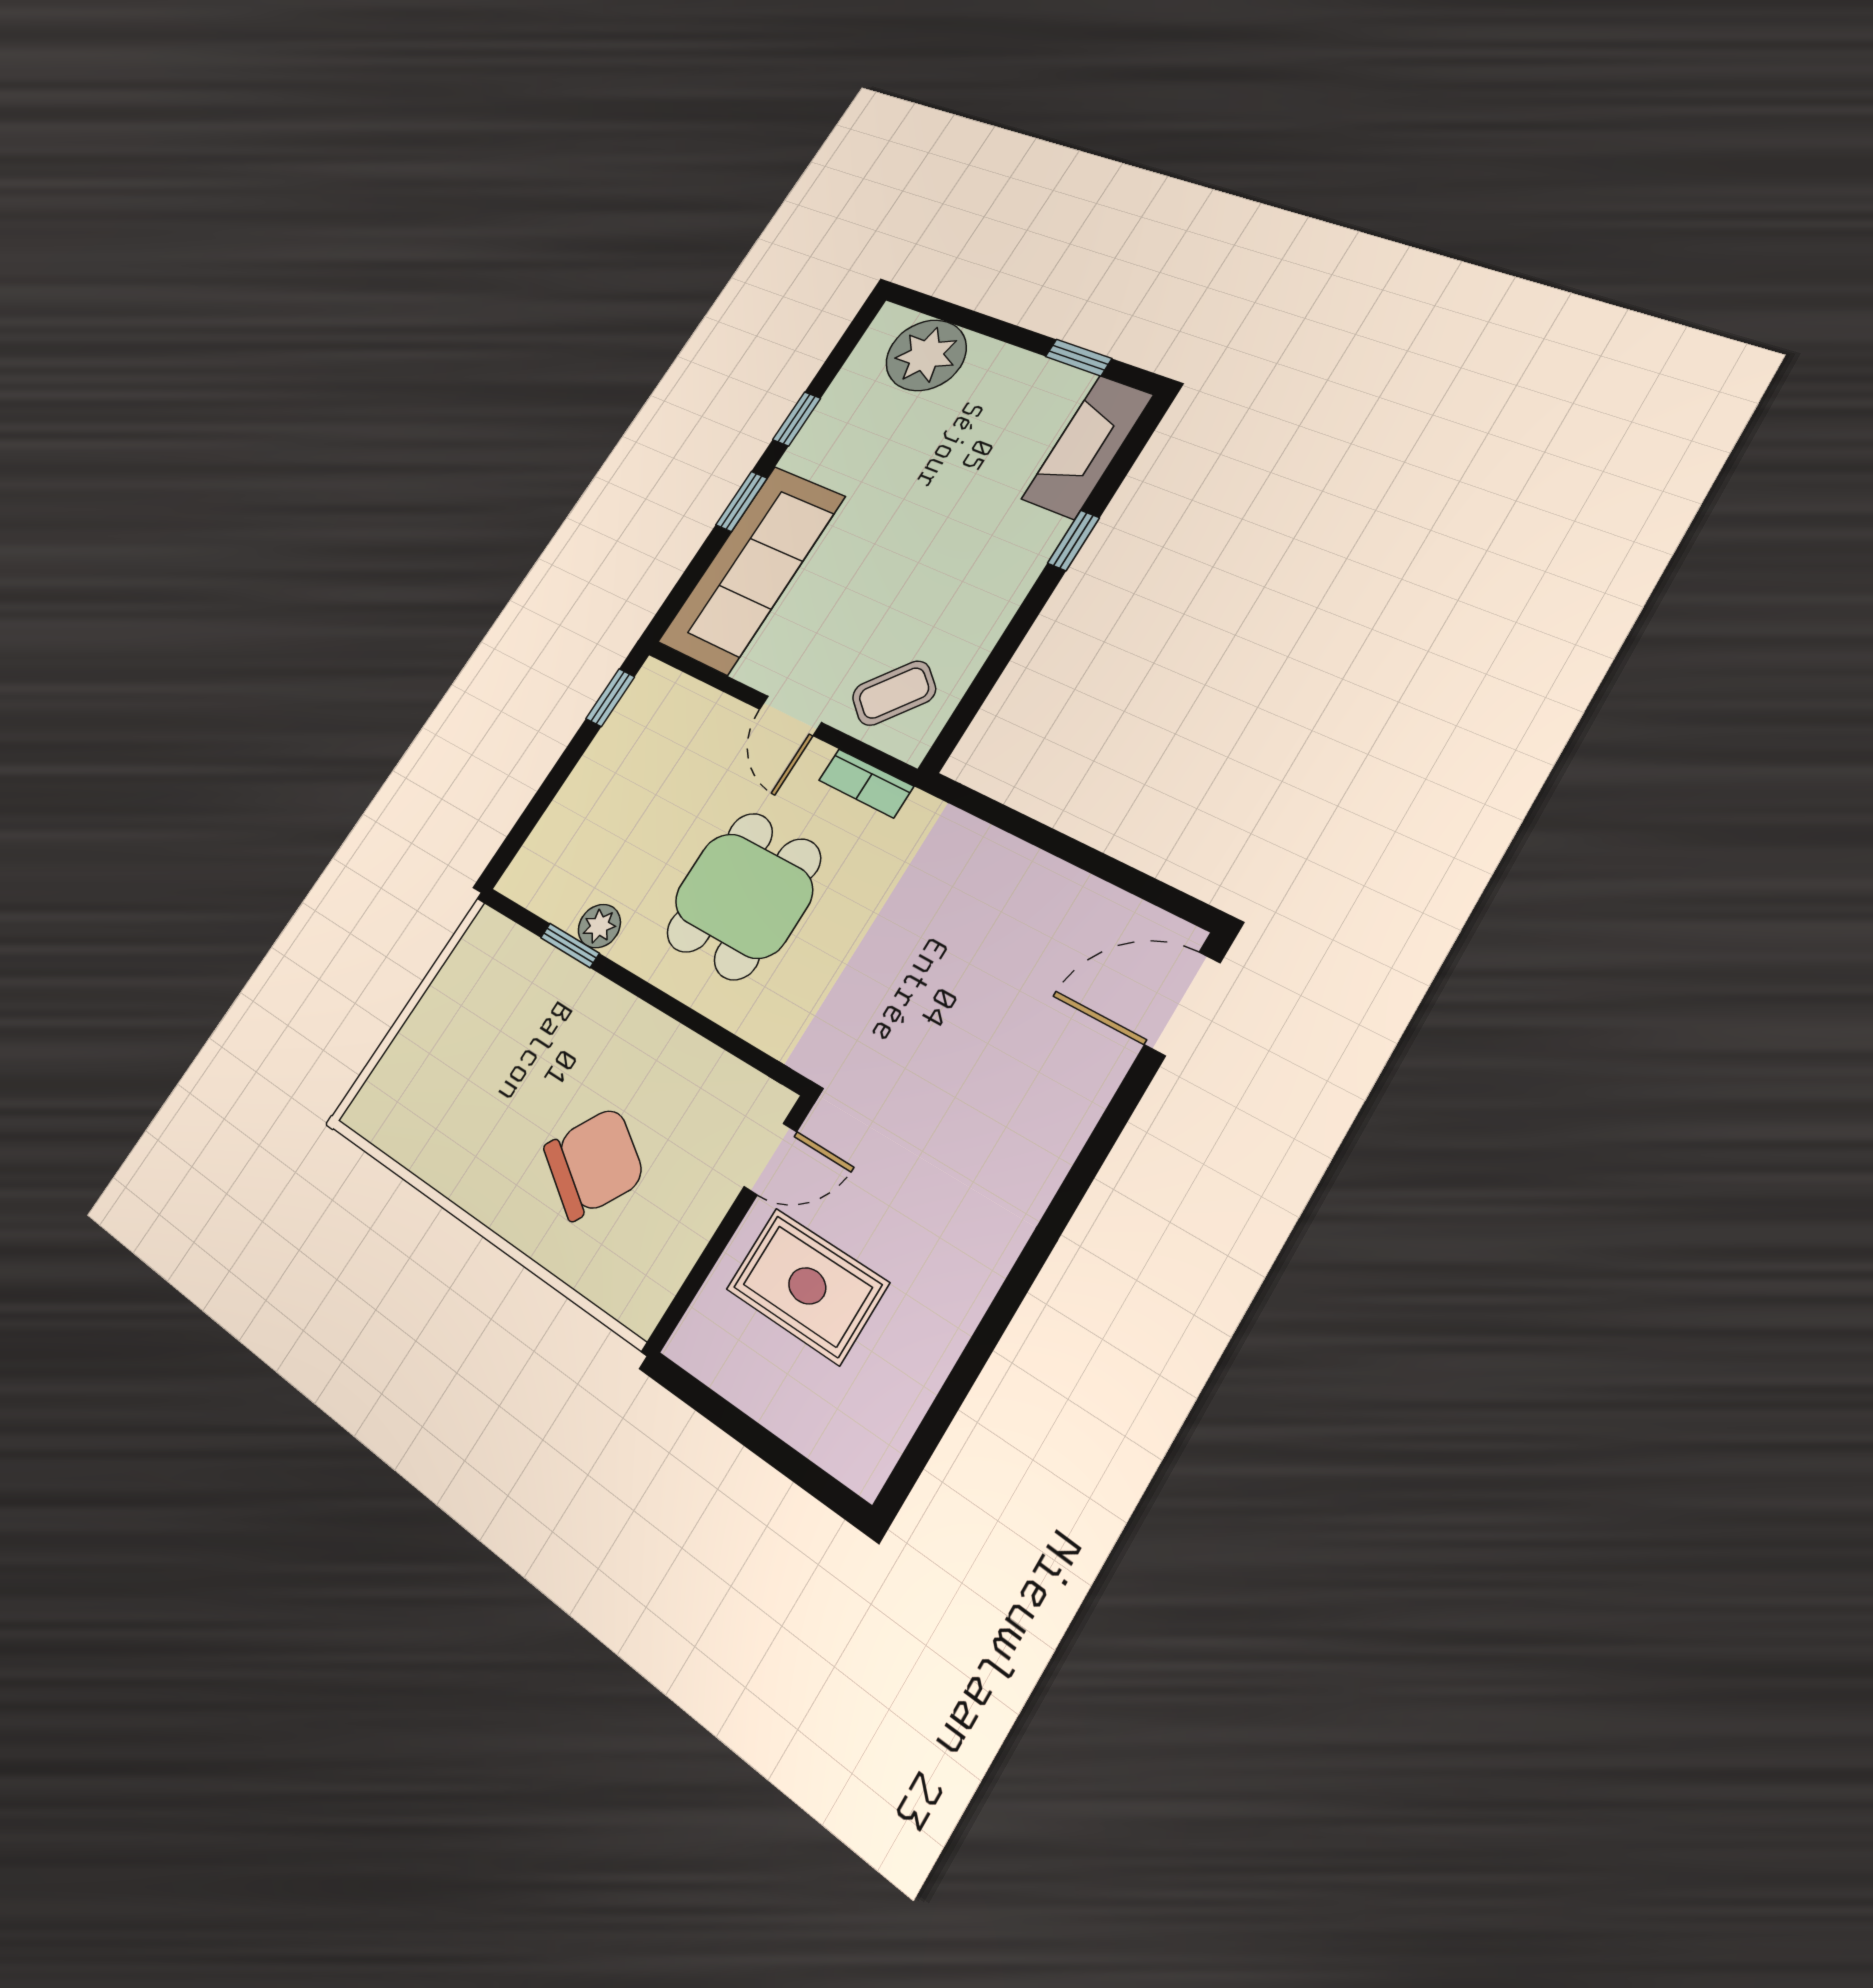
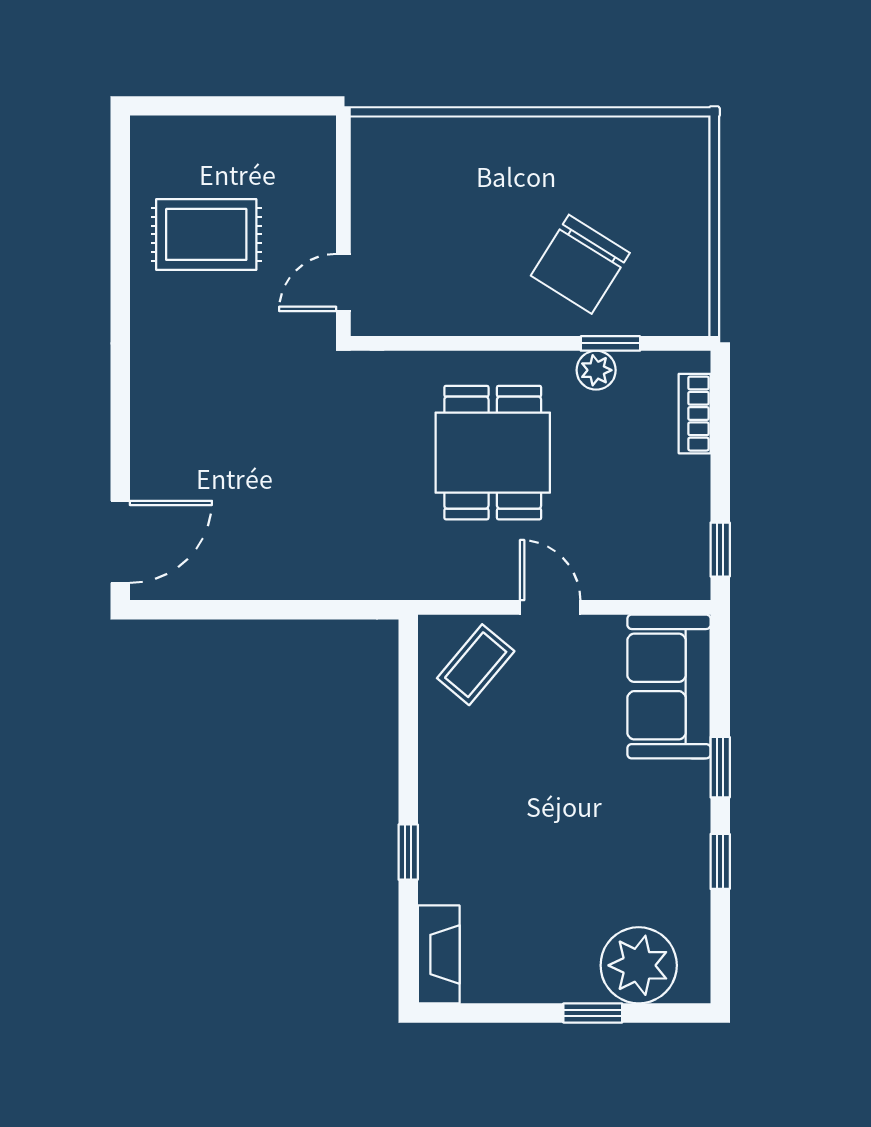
window: (1079, 358) -> (593, 1013), moved
fireplace: (1087, 447) -> (439, 954), width x0.73, depth x0.76
sofa: (752, 569) -> (669, 687), width x0.73
bookcase: (866, 783) -> (695, 414), moved, turned -90
chair: (594, 1163) -> (580, 264), moved
rug: (807, 1286) -> (206, 234), moved

